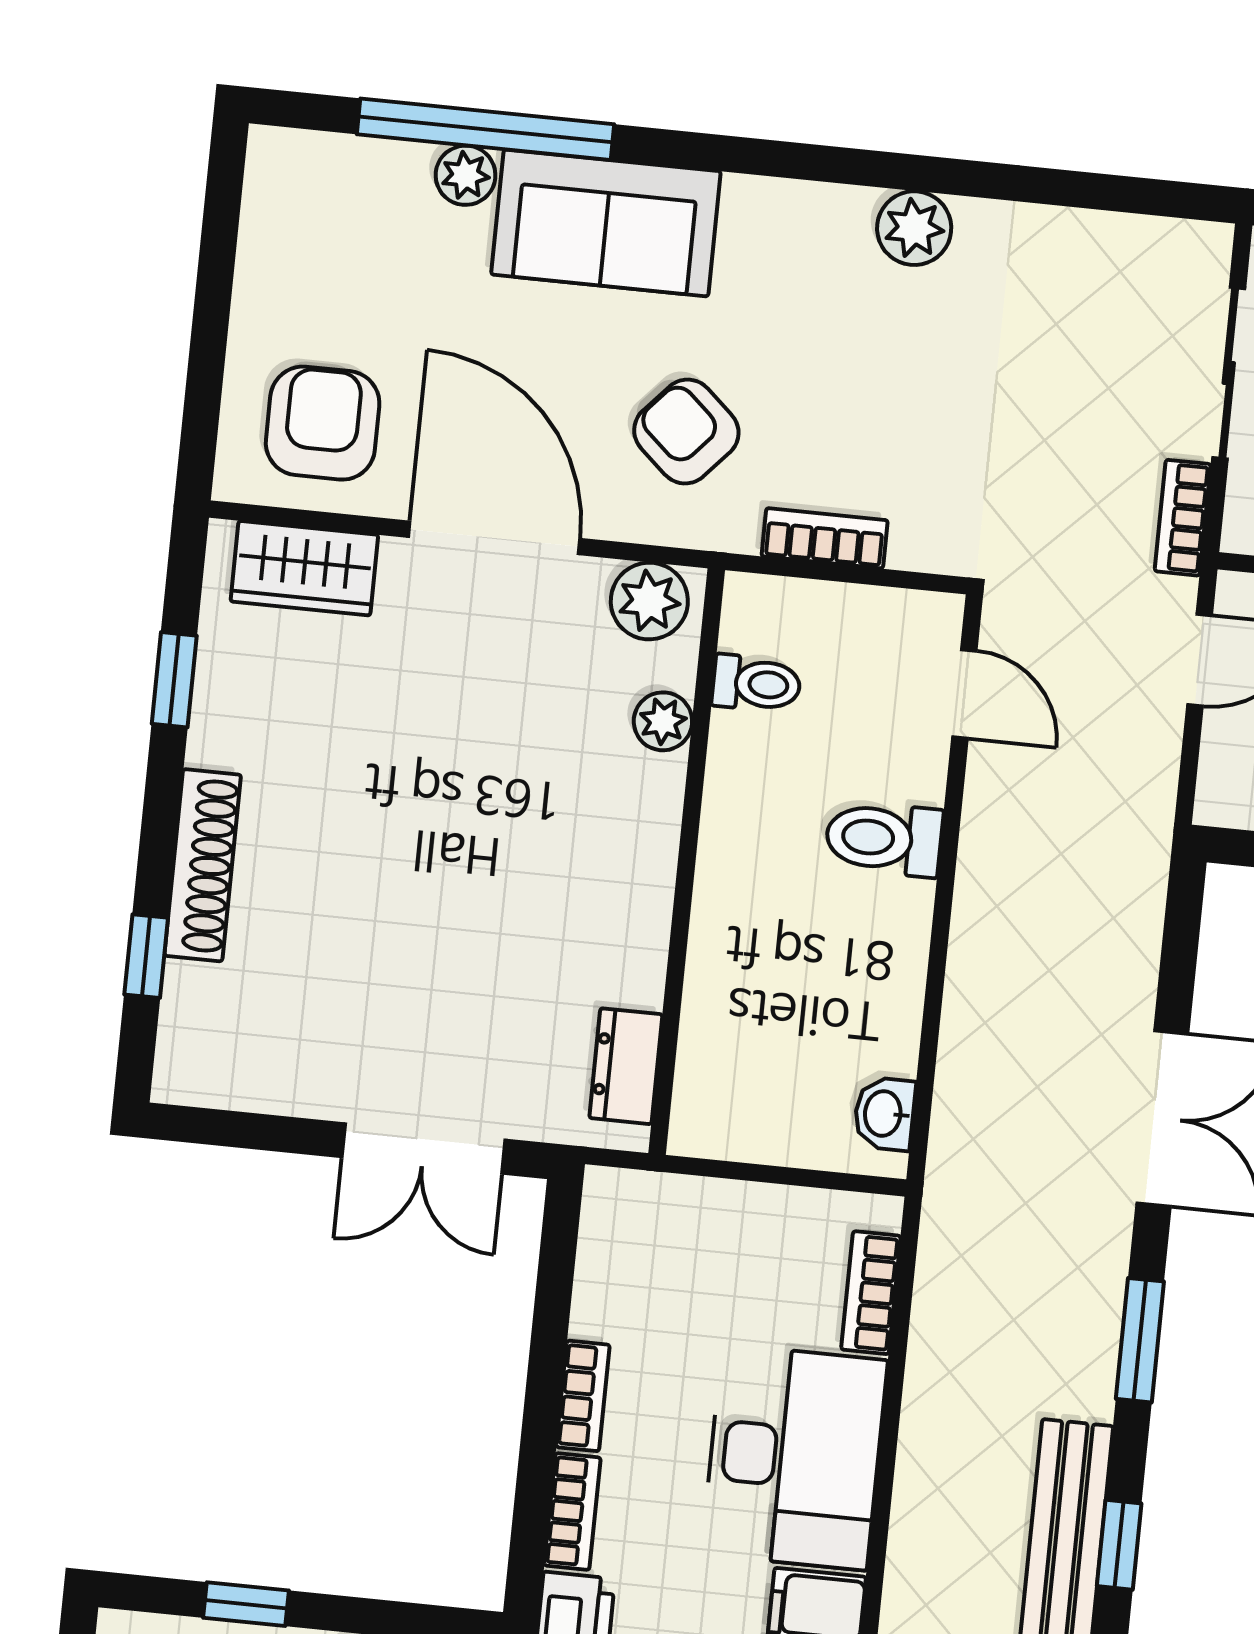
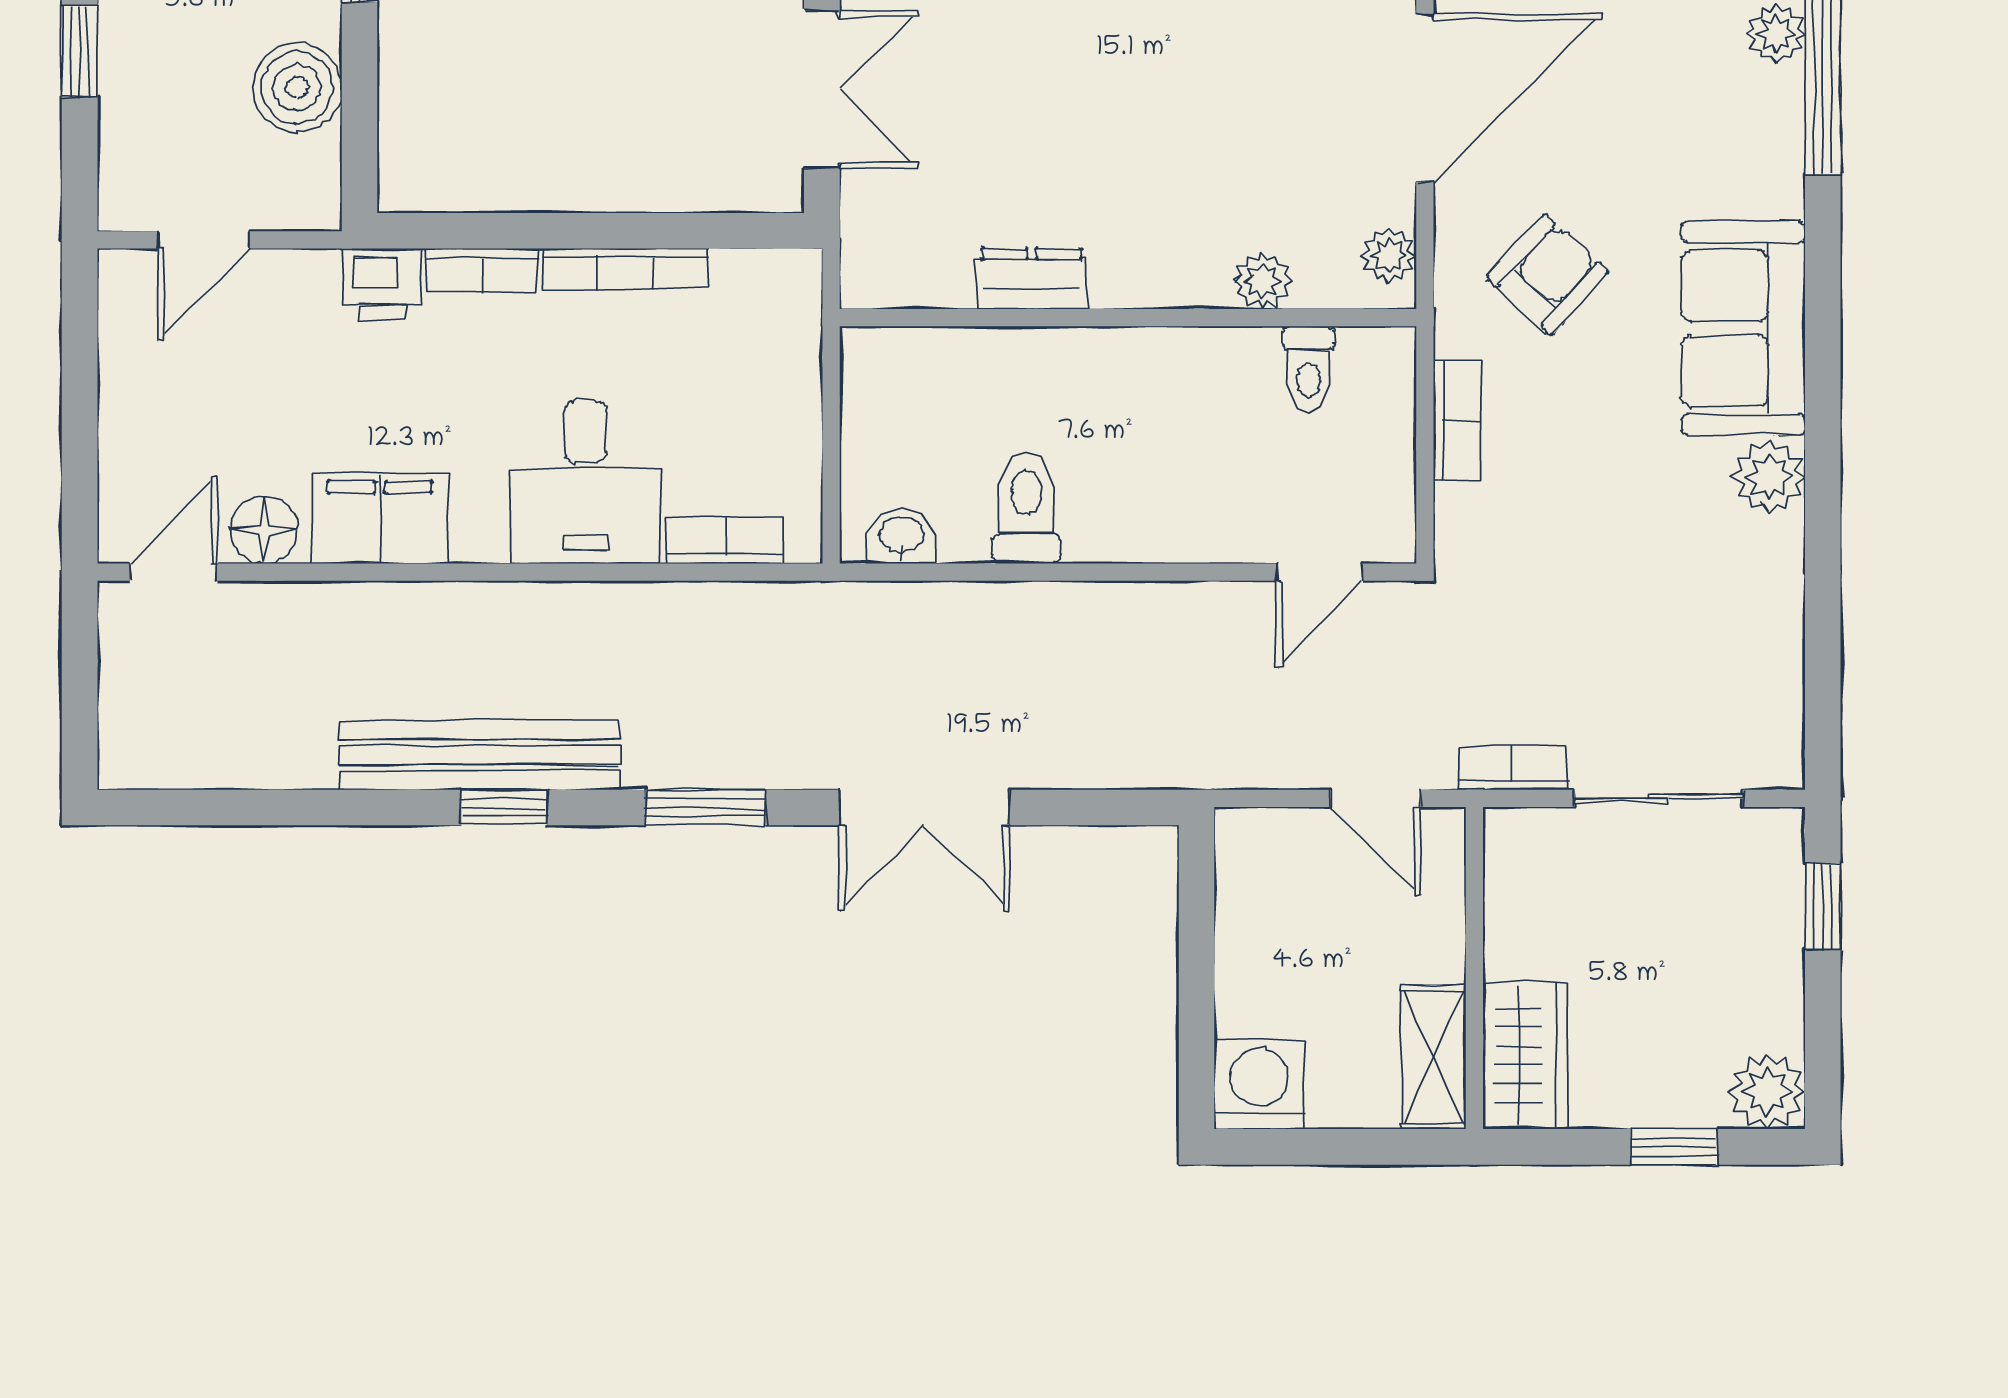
sofa: (606, 223) -> (1743, 328), moved
plant: (649, 601) -> (1389, 255), width x0.73, depth x0.73
toilet: (884, 839) -> (1026, 508), moved
dresser: (626, 1066) -> (1032, 279), moved
double door: (423, 1148) -> (822, 89), swing flipped
bookcase: (583, 1396) -> (626, 269), width x1.56
desk: (794, 1457) -> (586, 482), width x0.73

